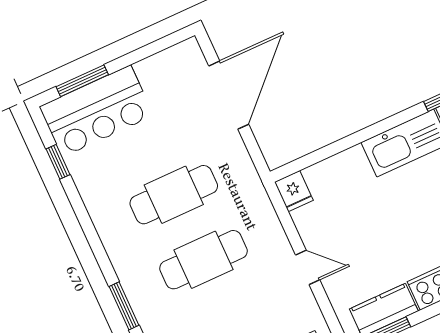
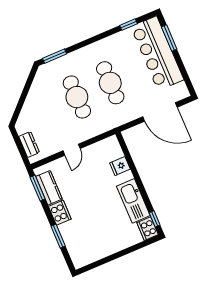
bar counter: (96, 111) -> (157, 53), width x1.36
fridge: (294, 191) -> (120, 166), moved

